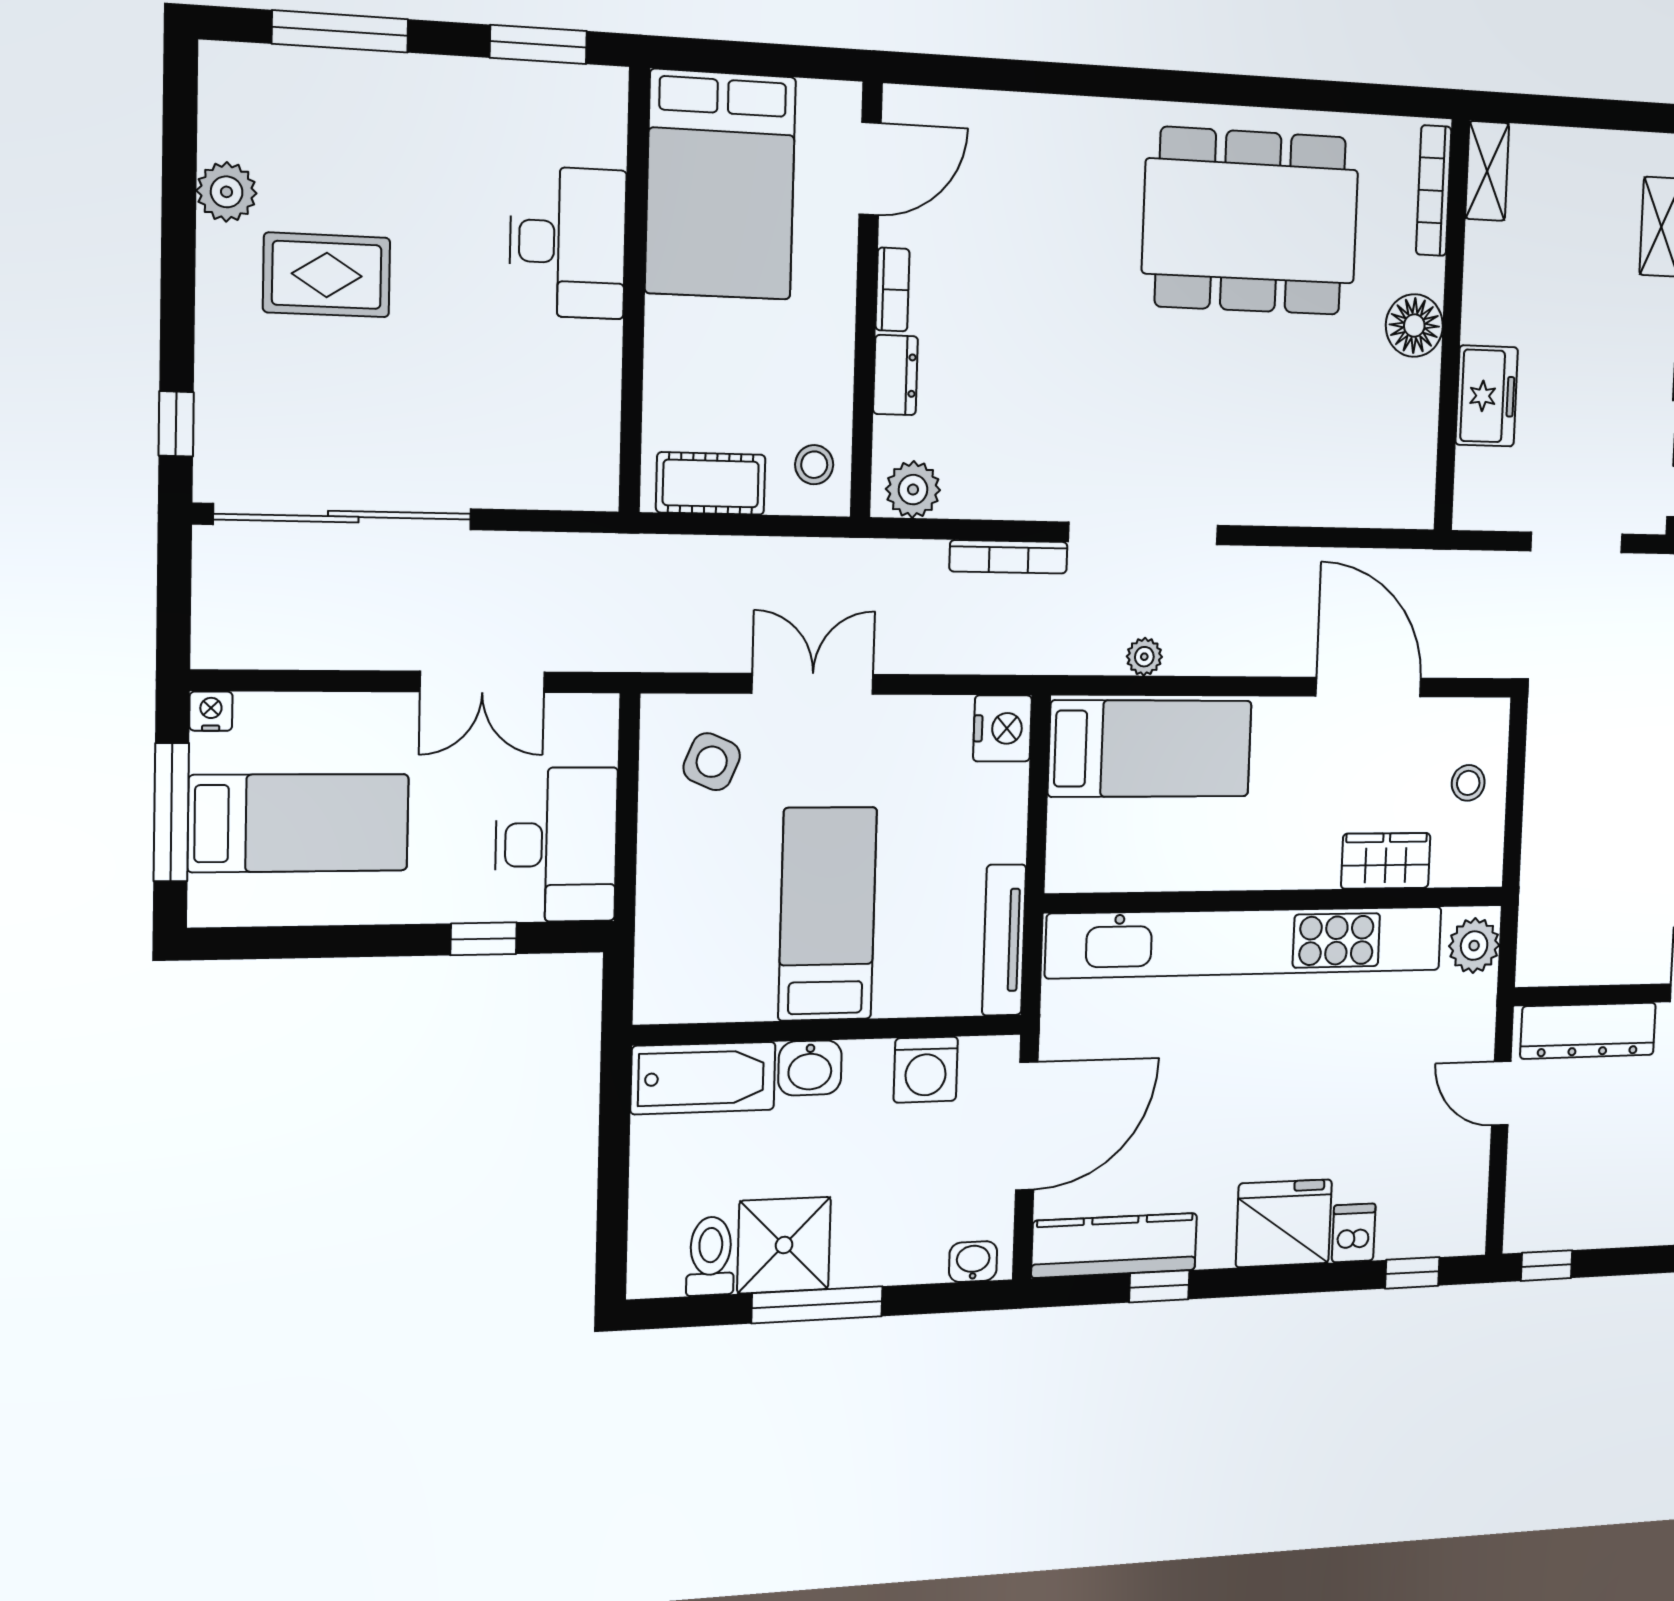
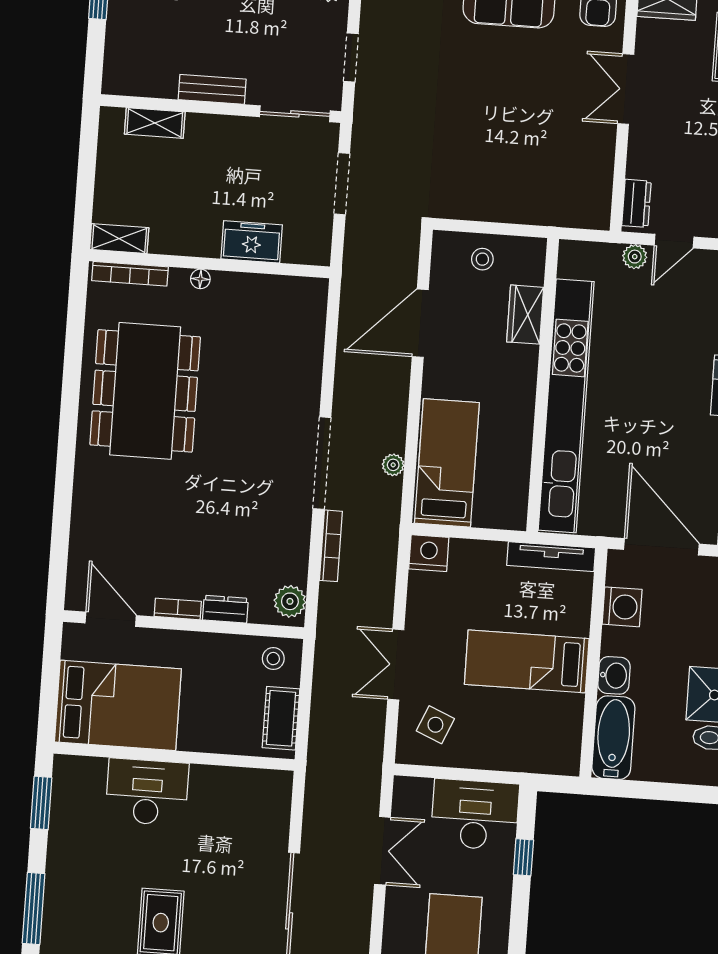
floor lamp: (1414, 326) -> (200, 279), width x0.53, depth x0.53
plant: (1474, 946) -> (635, 257), moved, width x0.73, depth x0.73
dresser: (1588, 1031) -> (636, 203), width x0.51, depth x0.80

